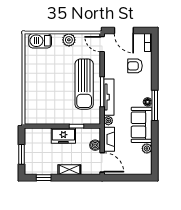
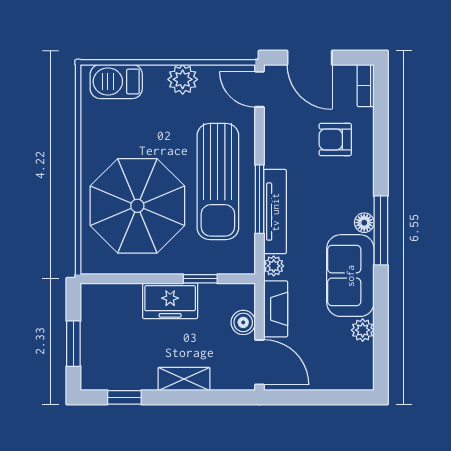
parasol: (49, 95) -> (137, 206), added

